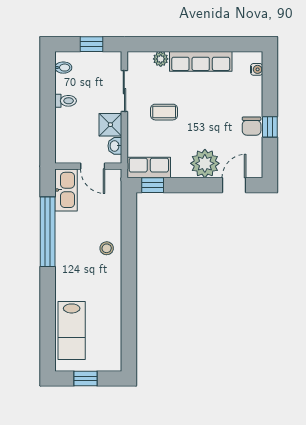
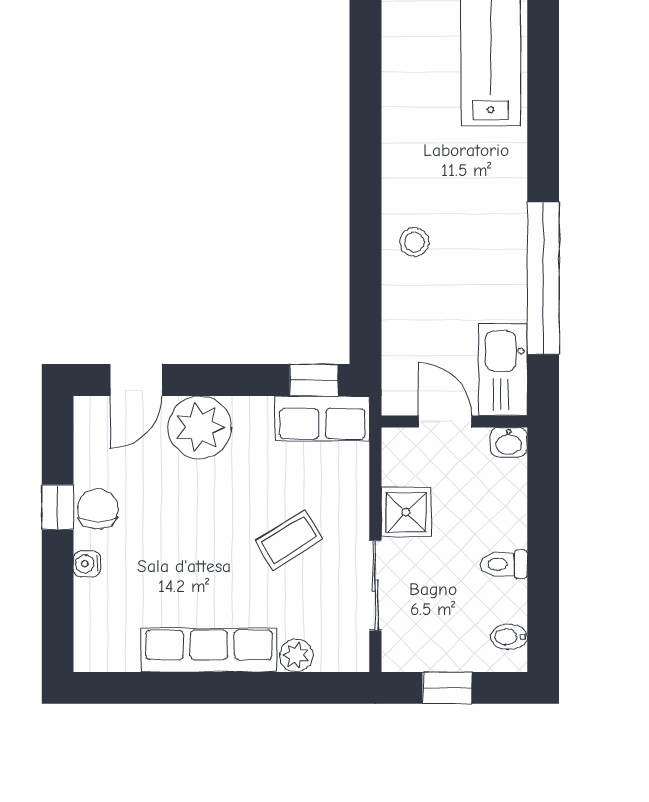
water cooler: (257, 69) -> (87, 564), moved
coffee table: (164, 112) -> (289, 540), turned -32
washbasin: (115, 146) -> (509, 442), moved, turned 90

